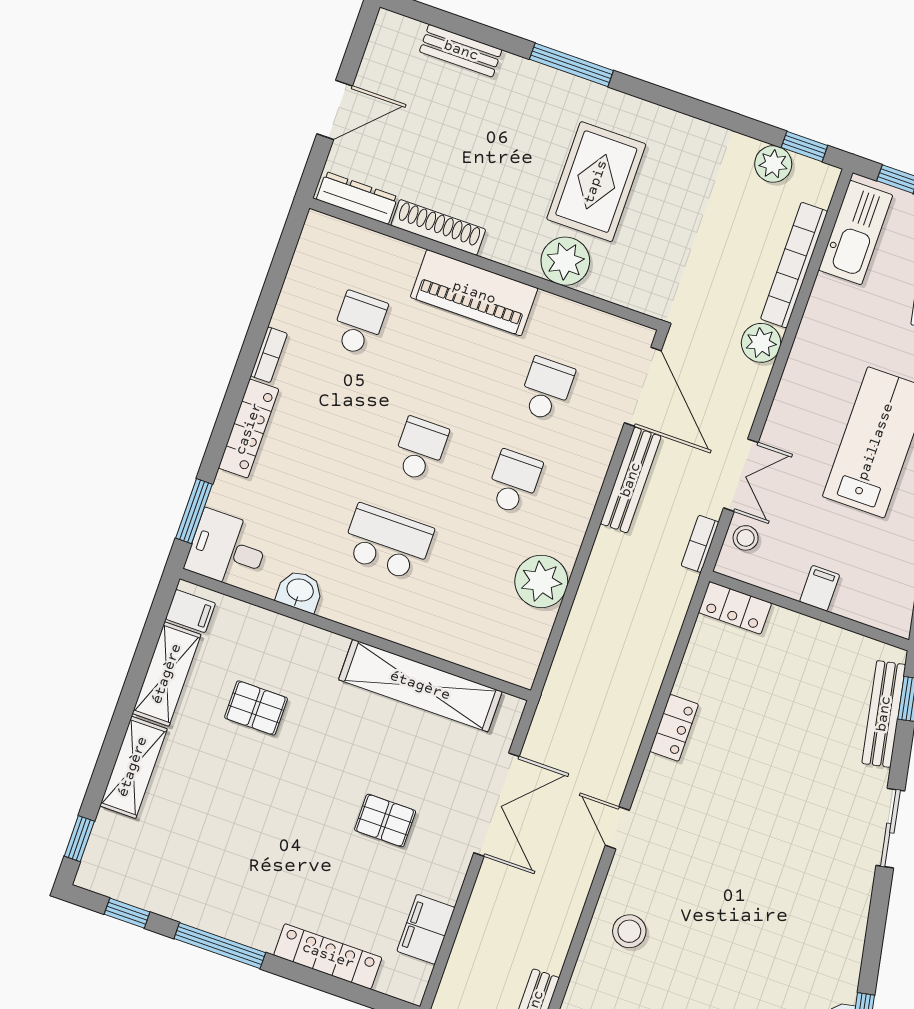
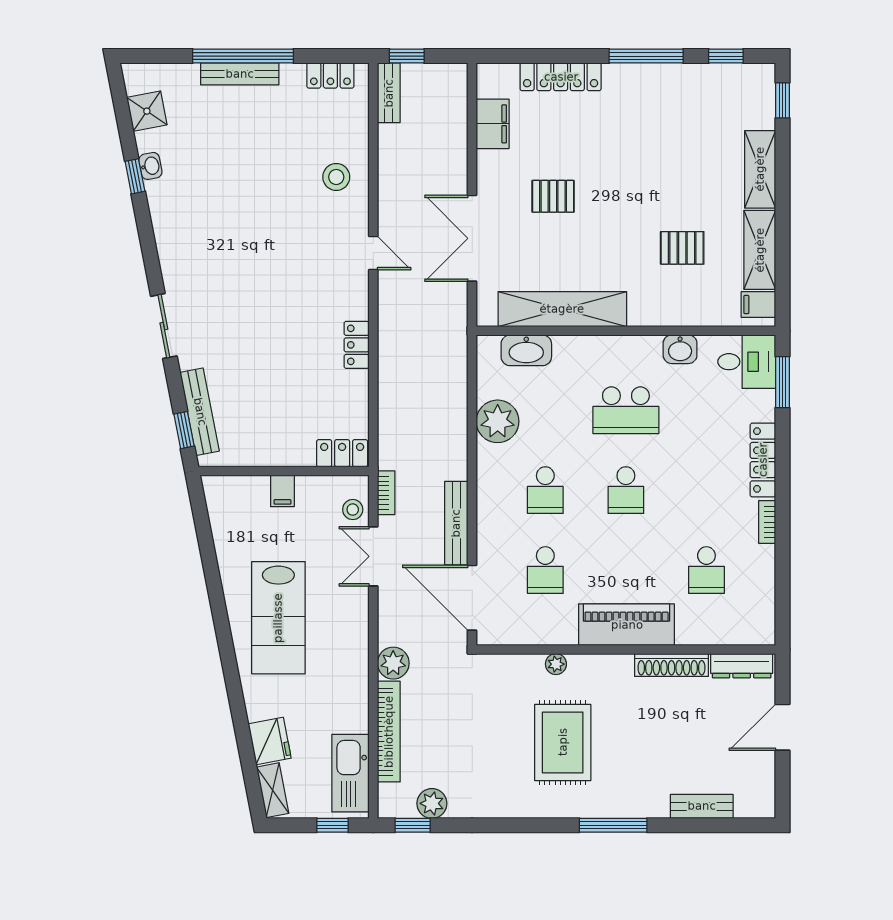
plant: (565, 261) -> (556, 664), width x0.53, depth x0.53
washbasin: (479, 652) -> (526, 350), added

